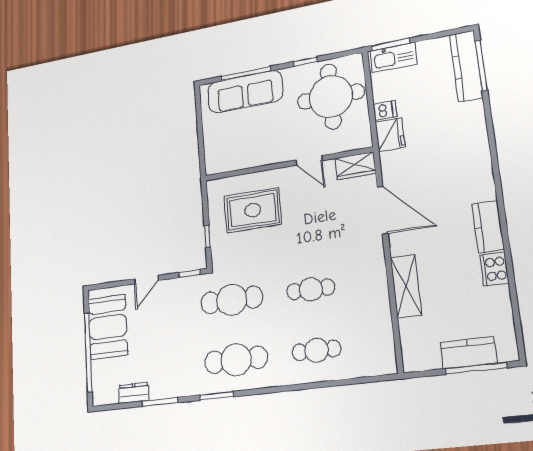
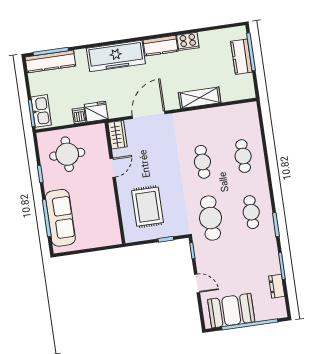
round table: (331, 97) -> (67, 154), width x0.73, depth x0.73
freezer: (473, 160) -> (116, 56), added
cafe table: (236, 360) -> (251, 212), width x0.73, depth x0.74

